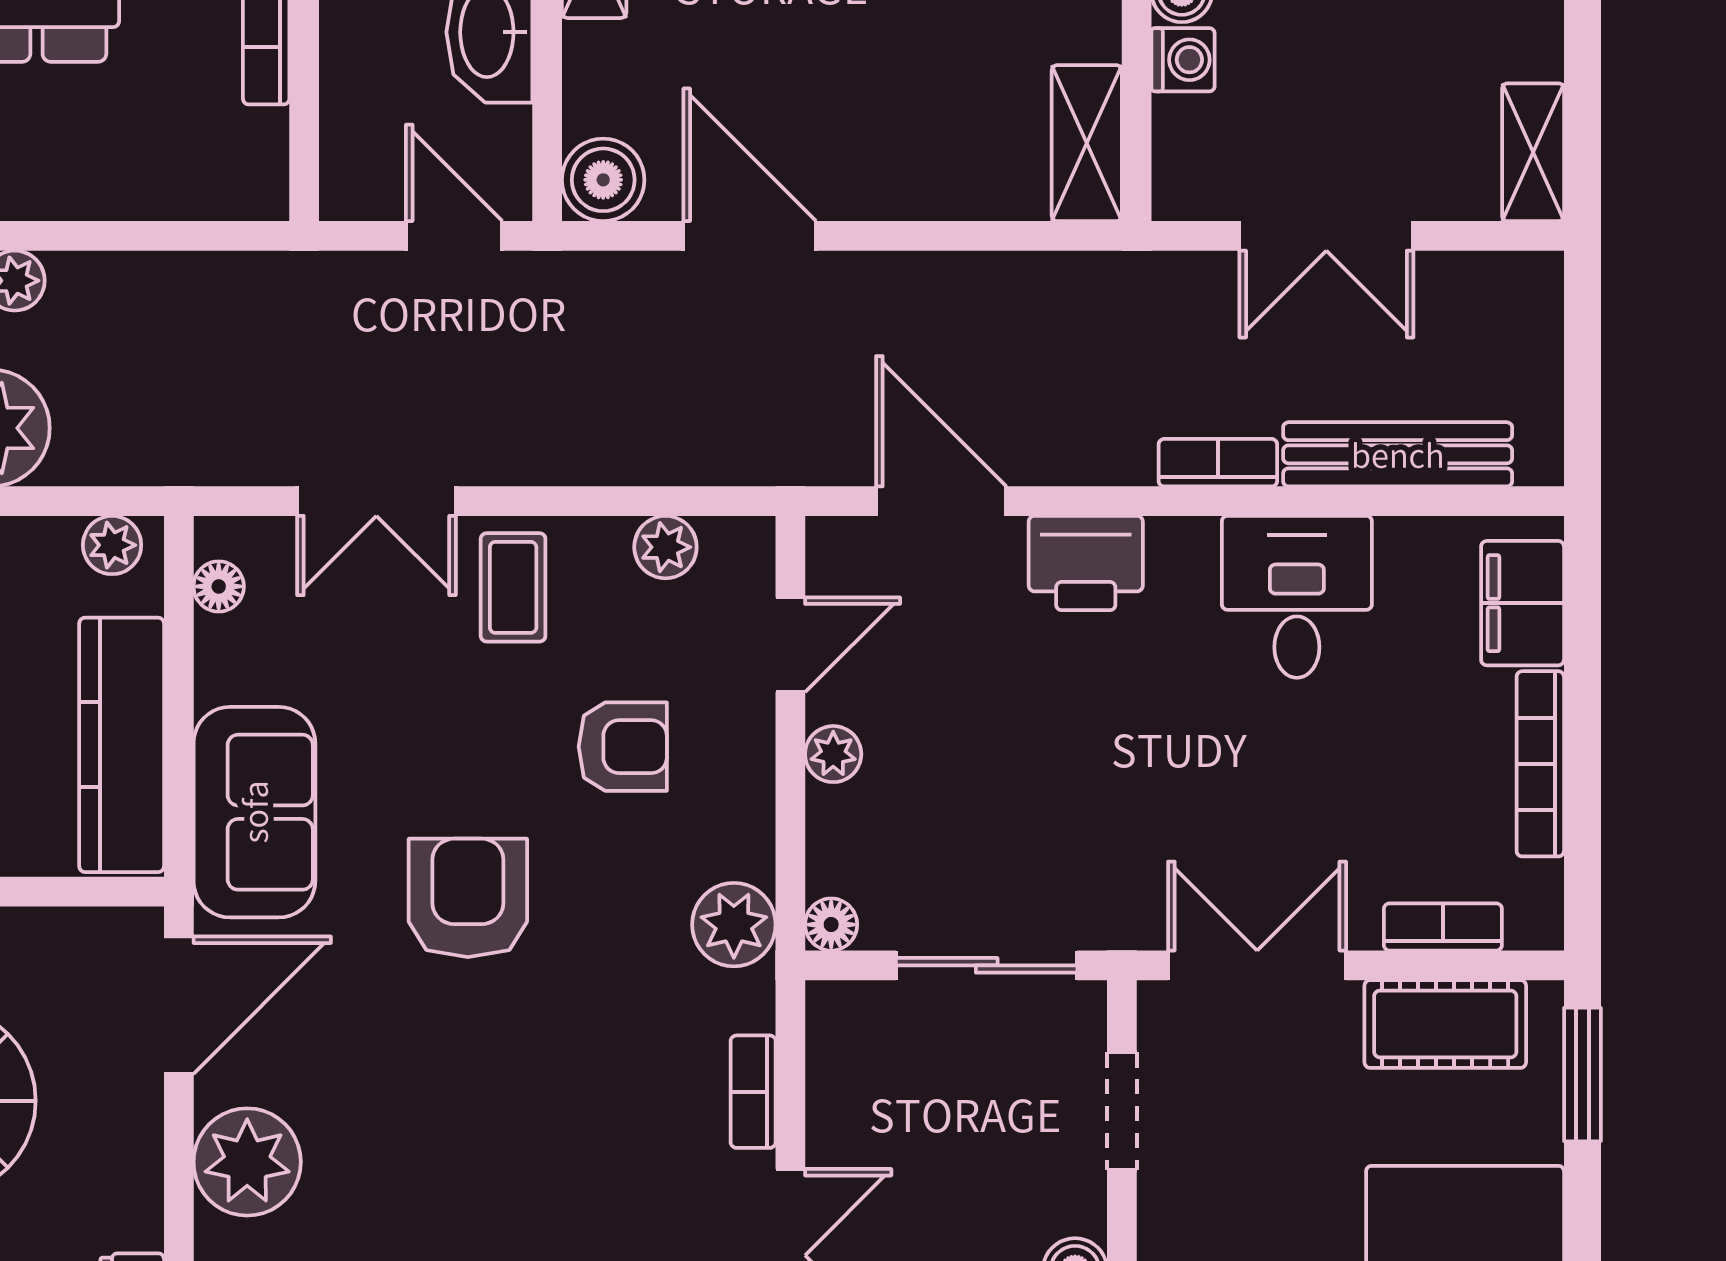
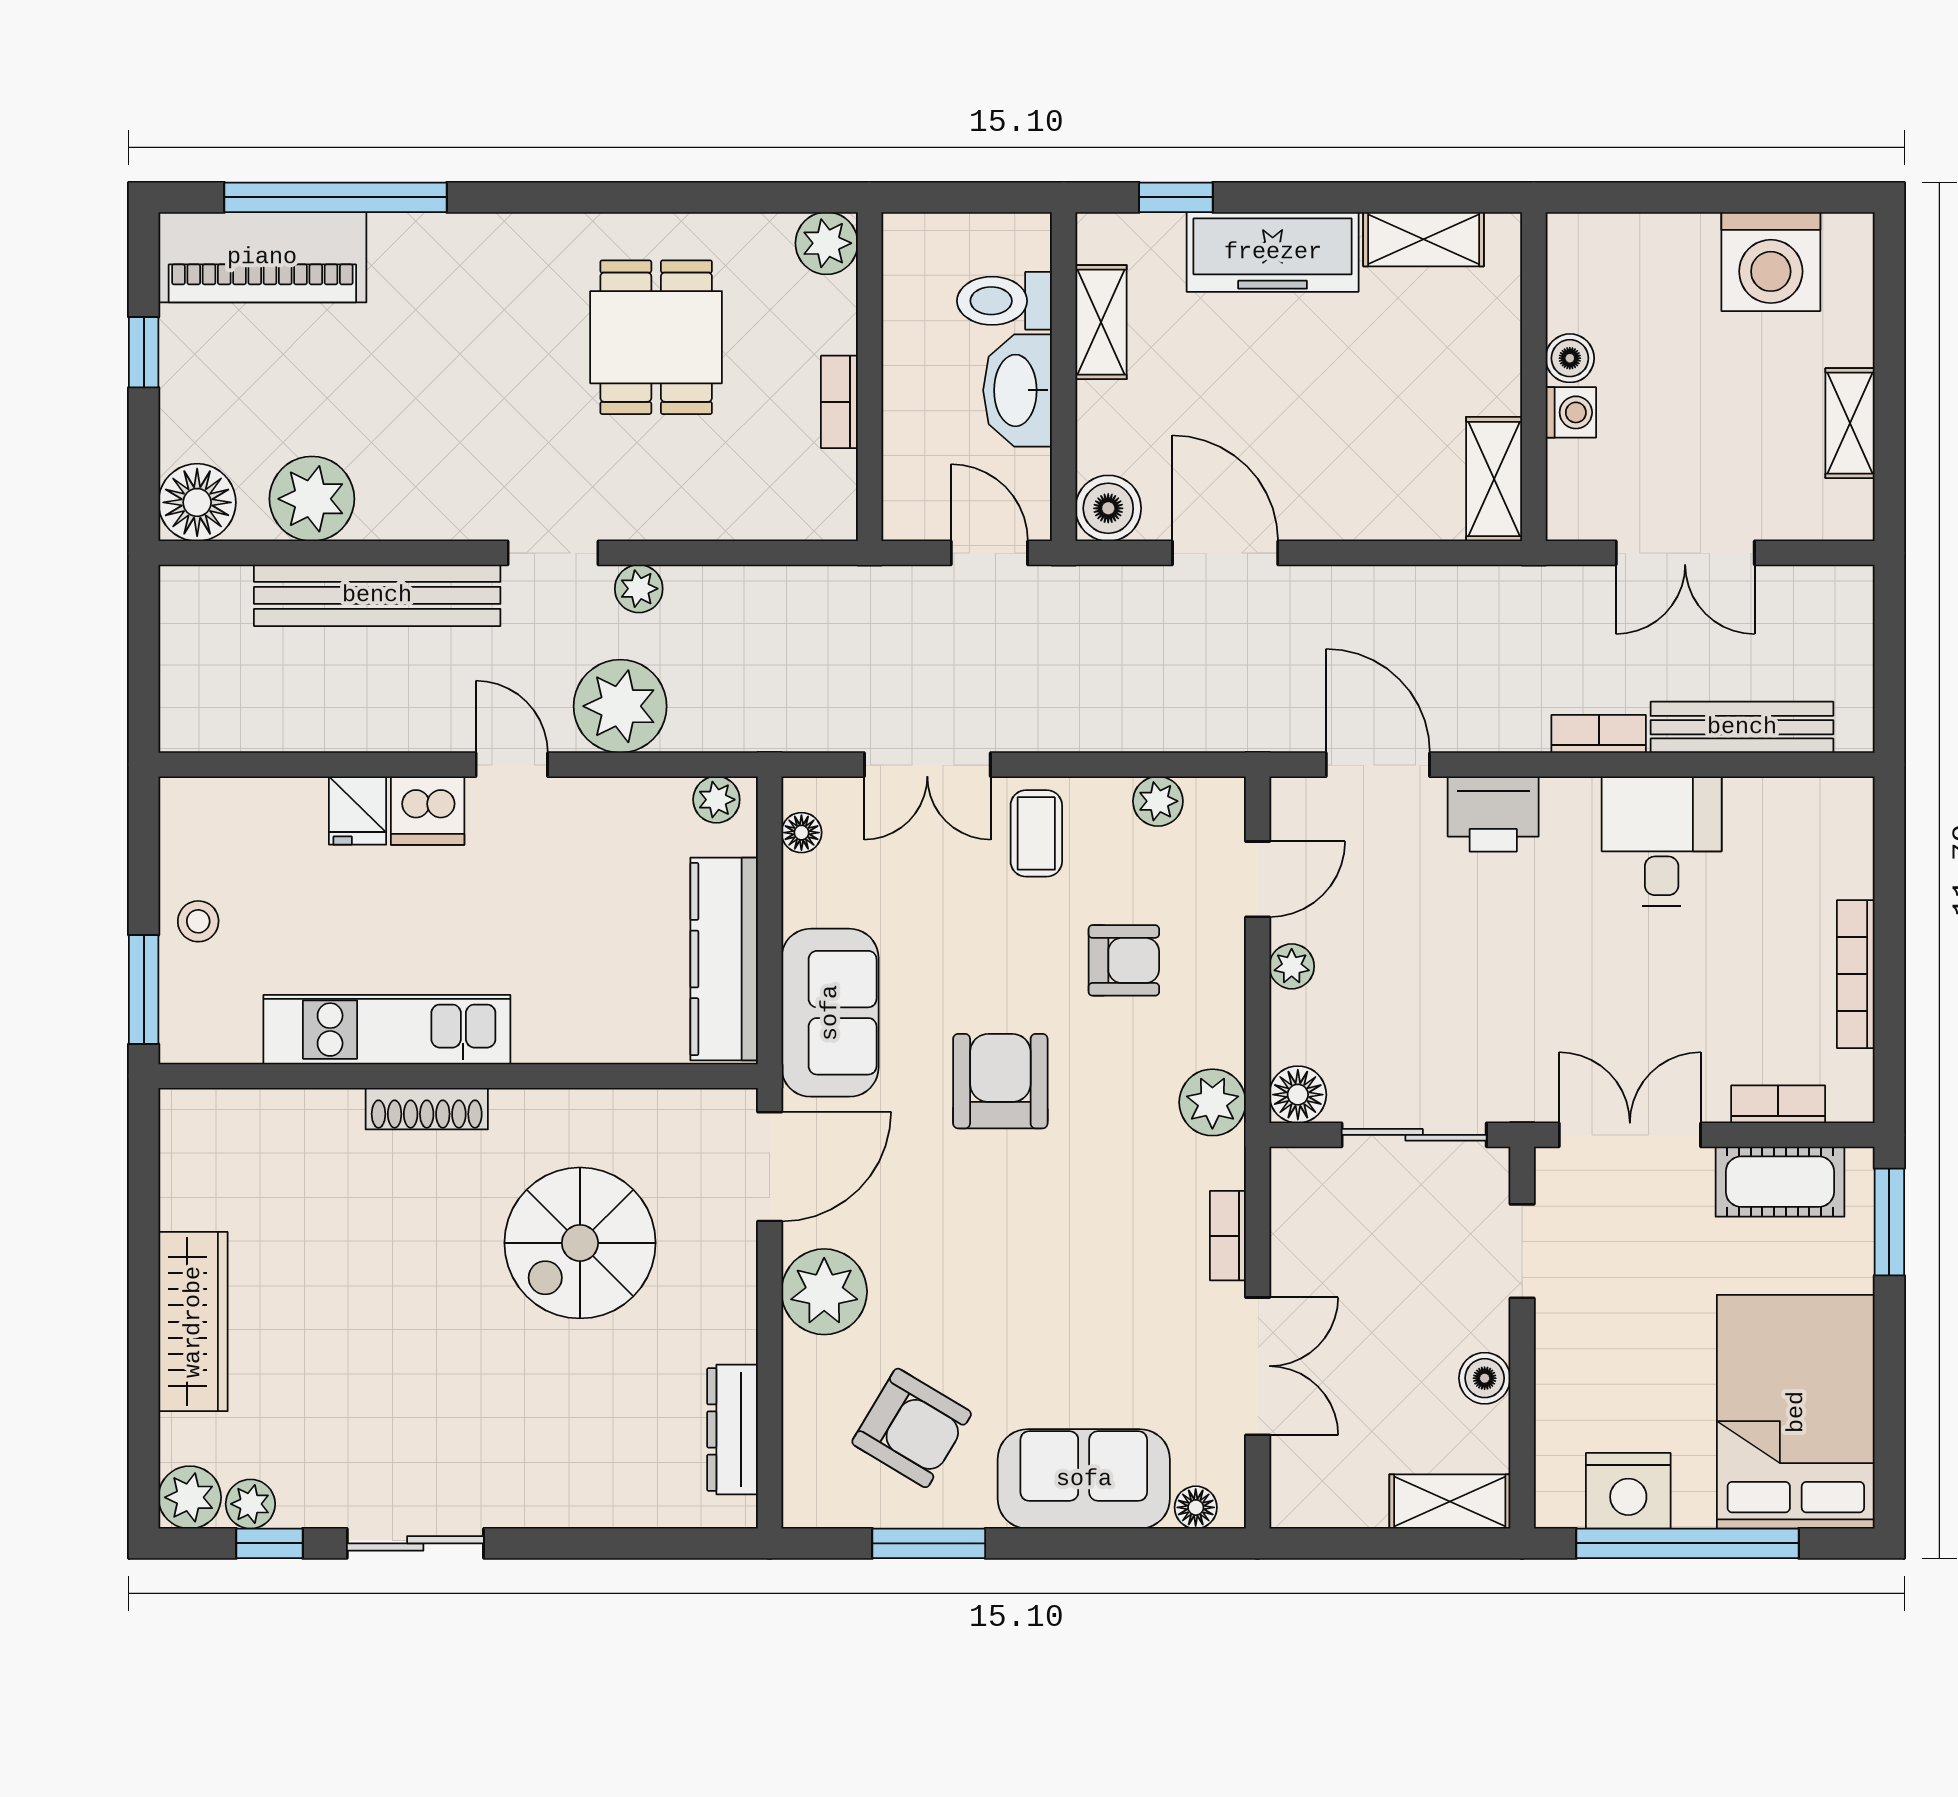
shelving: (1533, 152) -> (1850, 423), moved
filing cabinet: (1523, 603) -> (1842, 846), removed
floor lamp: (831, 925) -> (1298, 1095), width x1.37, depth x1.37

